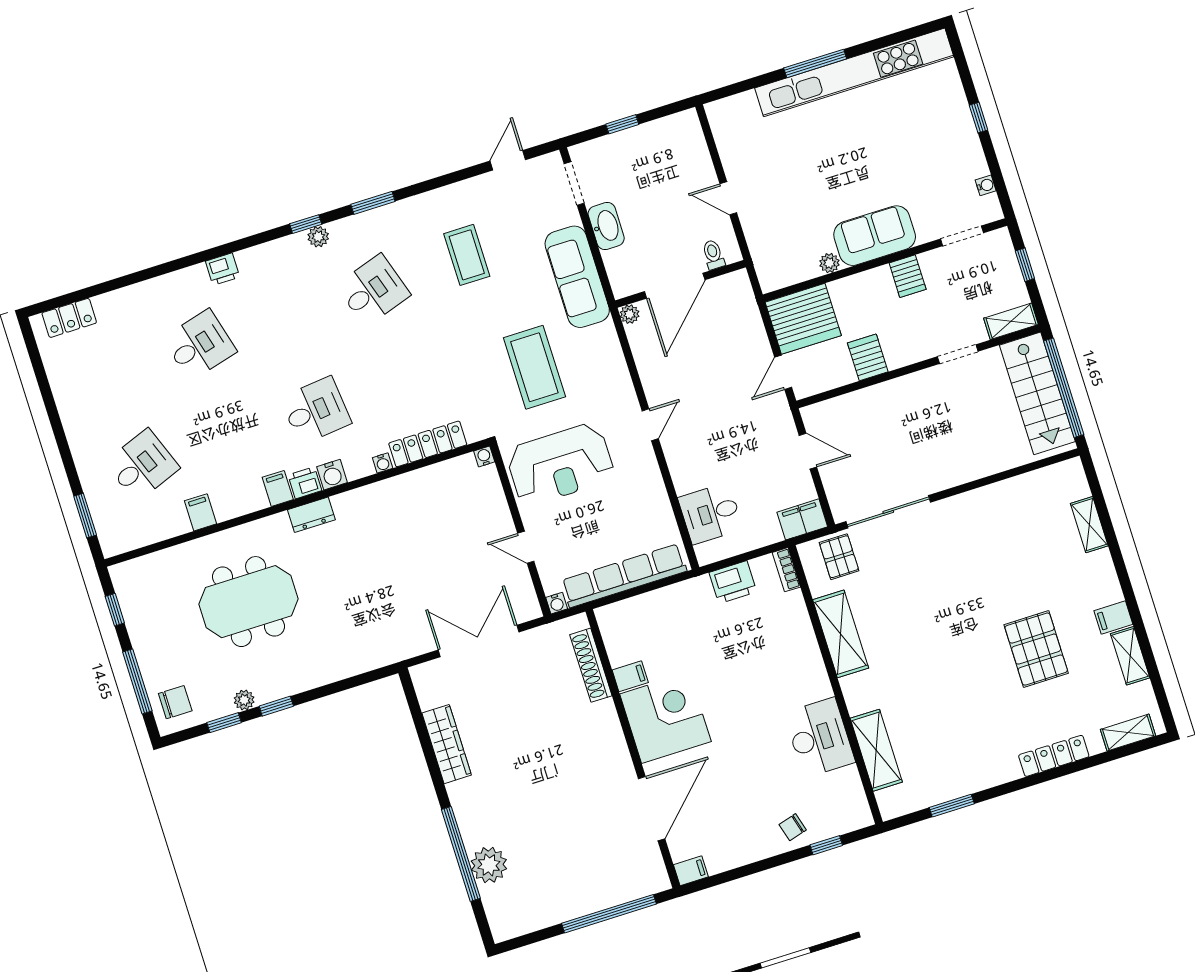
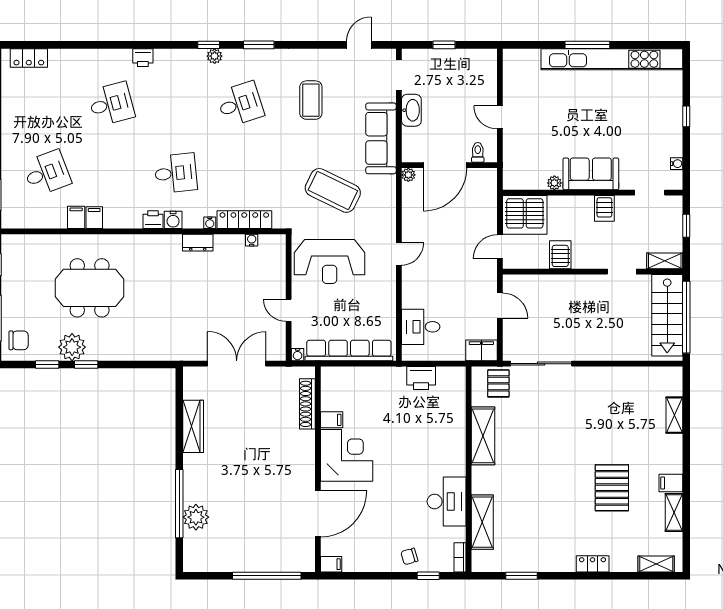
coffee table: (534, 367) -> (333, 190), turned -64
water cooler: (484, 456) -> (252, 240), moved
filing cabinet: (278, 488) -> (94, 218), moved
dresser: (311, 515) -> (198, 243), moved
bookcase: (786, 570) -> (460, 557), moved
plant: (244, 700) -> (72, 347), width x1.87, depth x1.87
locker: (1054, 756) -> (593, 564), width x0.66

